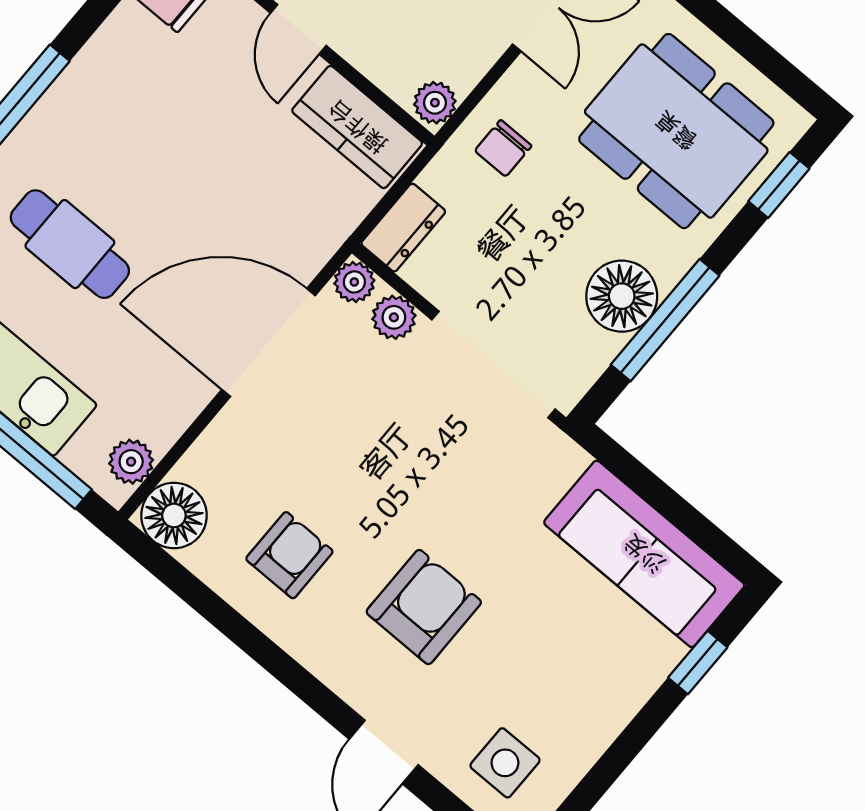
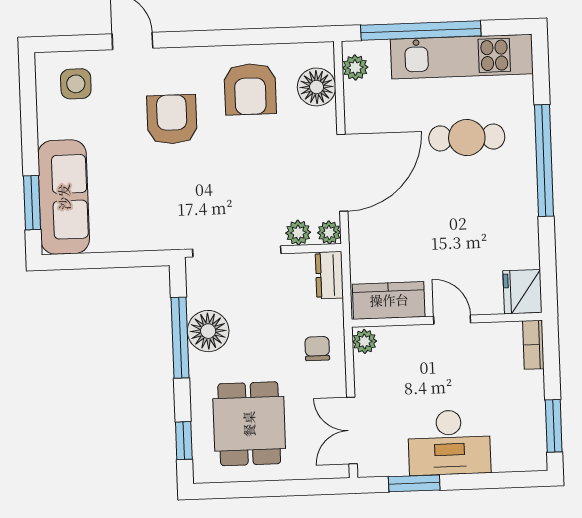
dining table: (676, 131) -> (249, 424), width x0.73
floor lamp: (174, 515) -> (317, 87), moved
sofa: (644, 554) -> (64, 197), moved, turned 90
armchair: (289, 555) -> (250, 89), width x1.38, depth x1.38
armchair: (424, 607) -> (172, 119), turned 180
window: (698, 662) -> (32, 203), width x1.50

